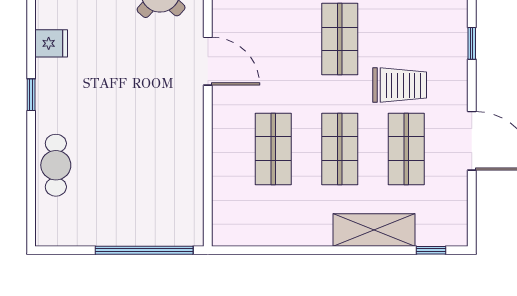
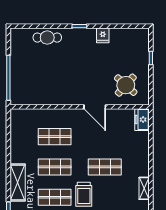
door: (208, 61) -> (95, 107), hinge flipped

